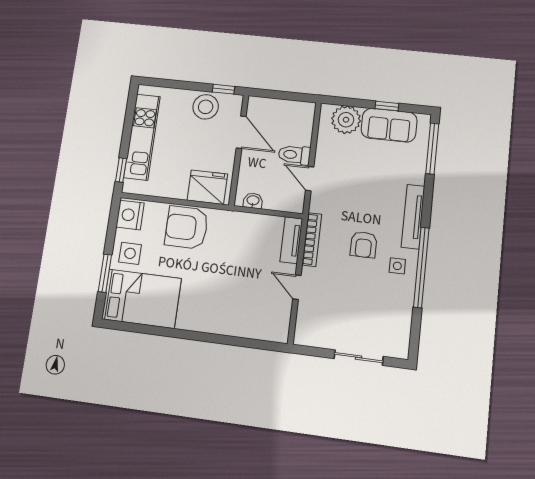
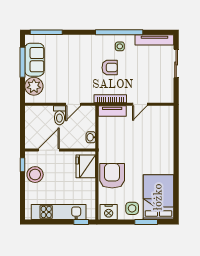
window: (387, 106) -> (22, 62), width x2.17
tv unit: (413, 217) -> (154, 40), moved
armchair: (187, 227) -> (112, 176), turned 180

